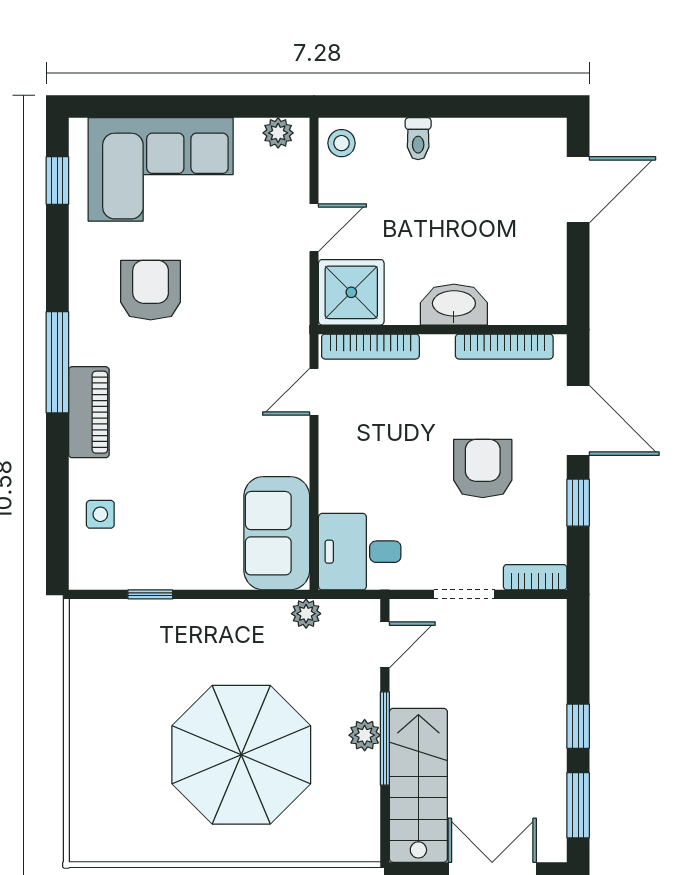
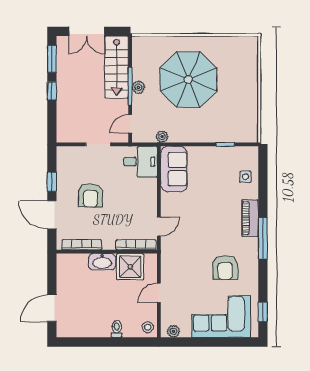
shower: (351, 292) -> (130, 267), moved
bookcase: (535, 577) -> (69, 151), removed

